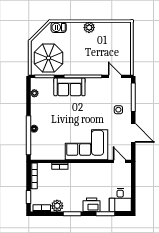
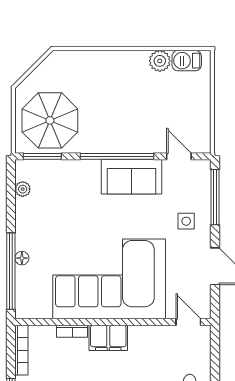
barbecue: (59, 27) -> (187, 61), moved
plant: (89, 27) -> (160, 61), moved
sofa: (69, 87) -> (132, 177), moved
corner sofa: (87, 145) -> (109, 279), width x1.36, depth x1.36
filing cabinet: (78, 170) -> (108, 338), added

